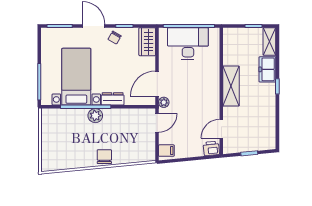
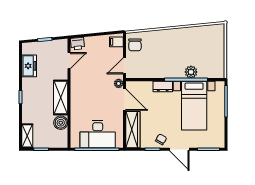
wardrobe: (147, 42) -> (133, 130), width x1.50
boiler: (231, 57) -> (61, 123), added
freezer: (267, 69) -> (29, 66), moved
door: (157, 84) -> (124, 100), hinge flipped
plant: (95, 116) -> (191, 72), moved
chair: (104, 157) -> (135, 45), moved

